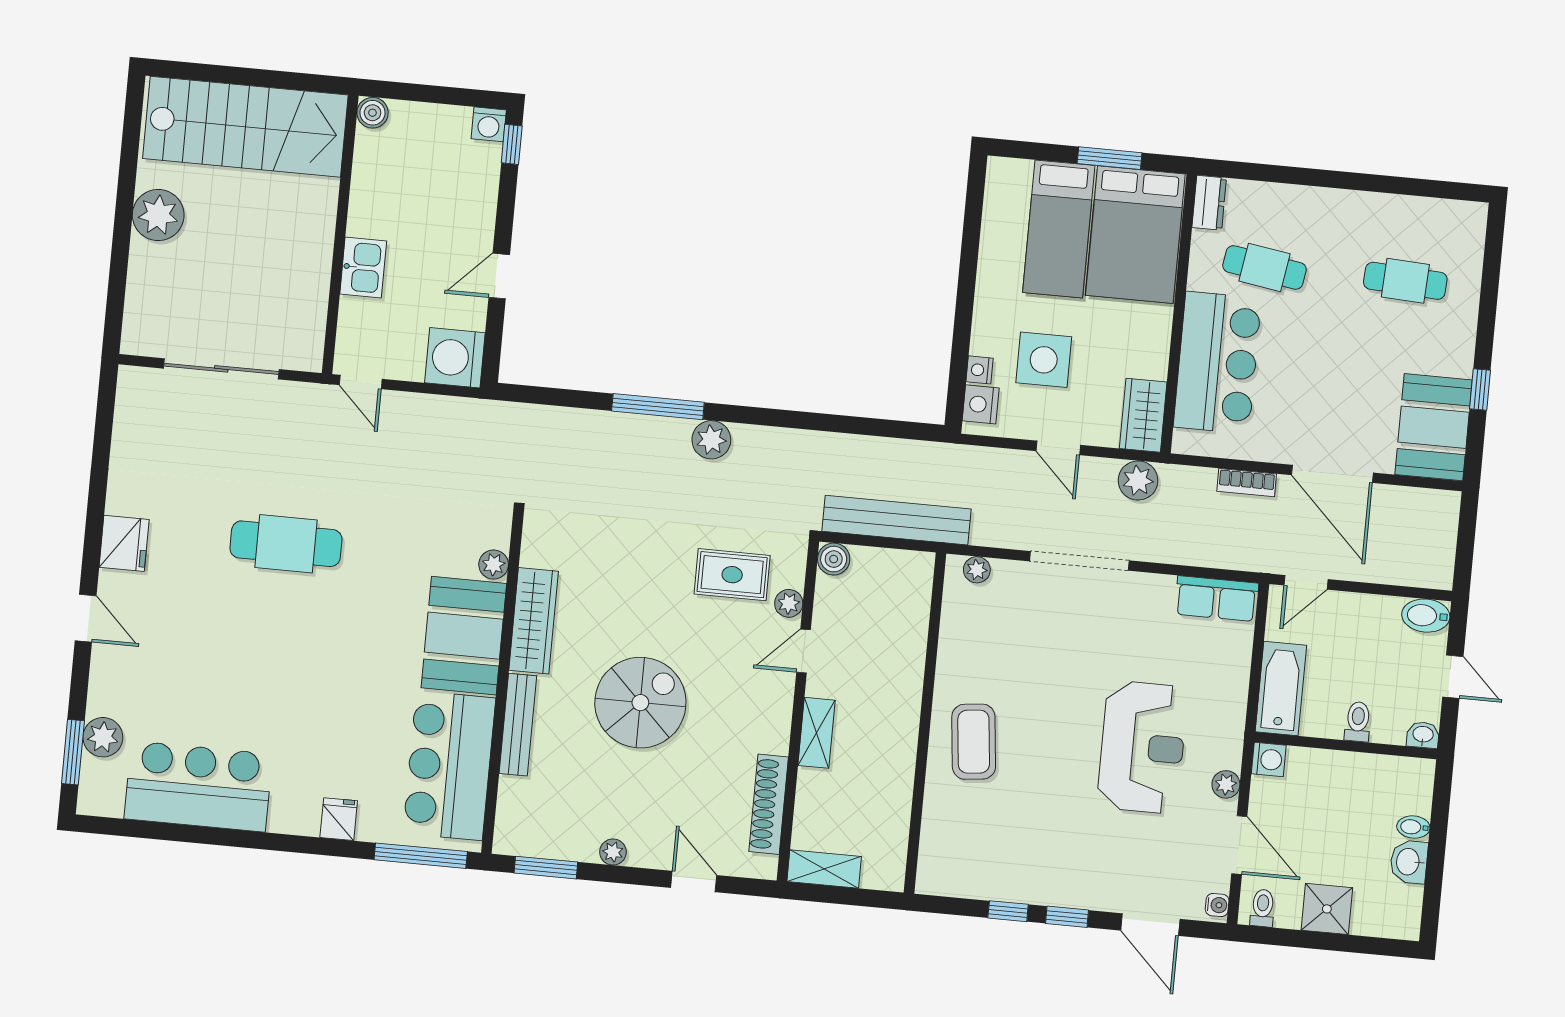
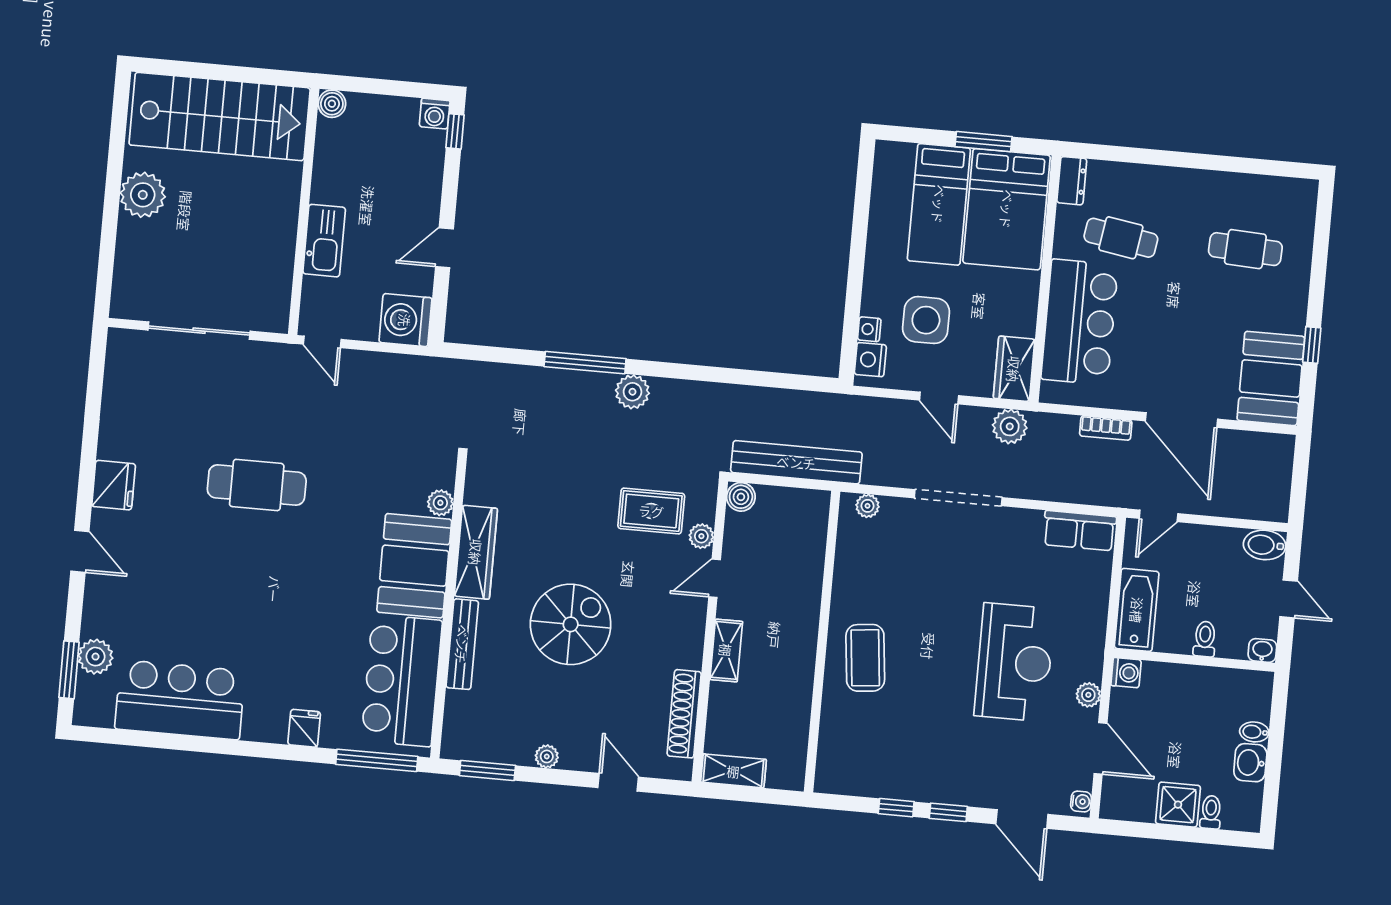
kitchen sink: (363, 268) -> (324, 241), width x1.38
toilet: (1263, 908) -> (1211, 812), moved

